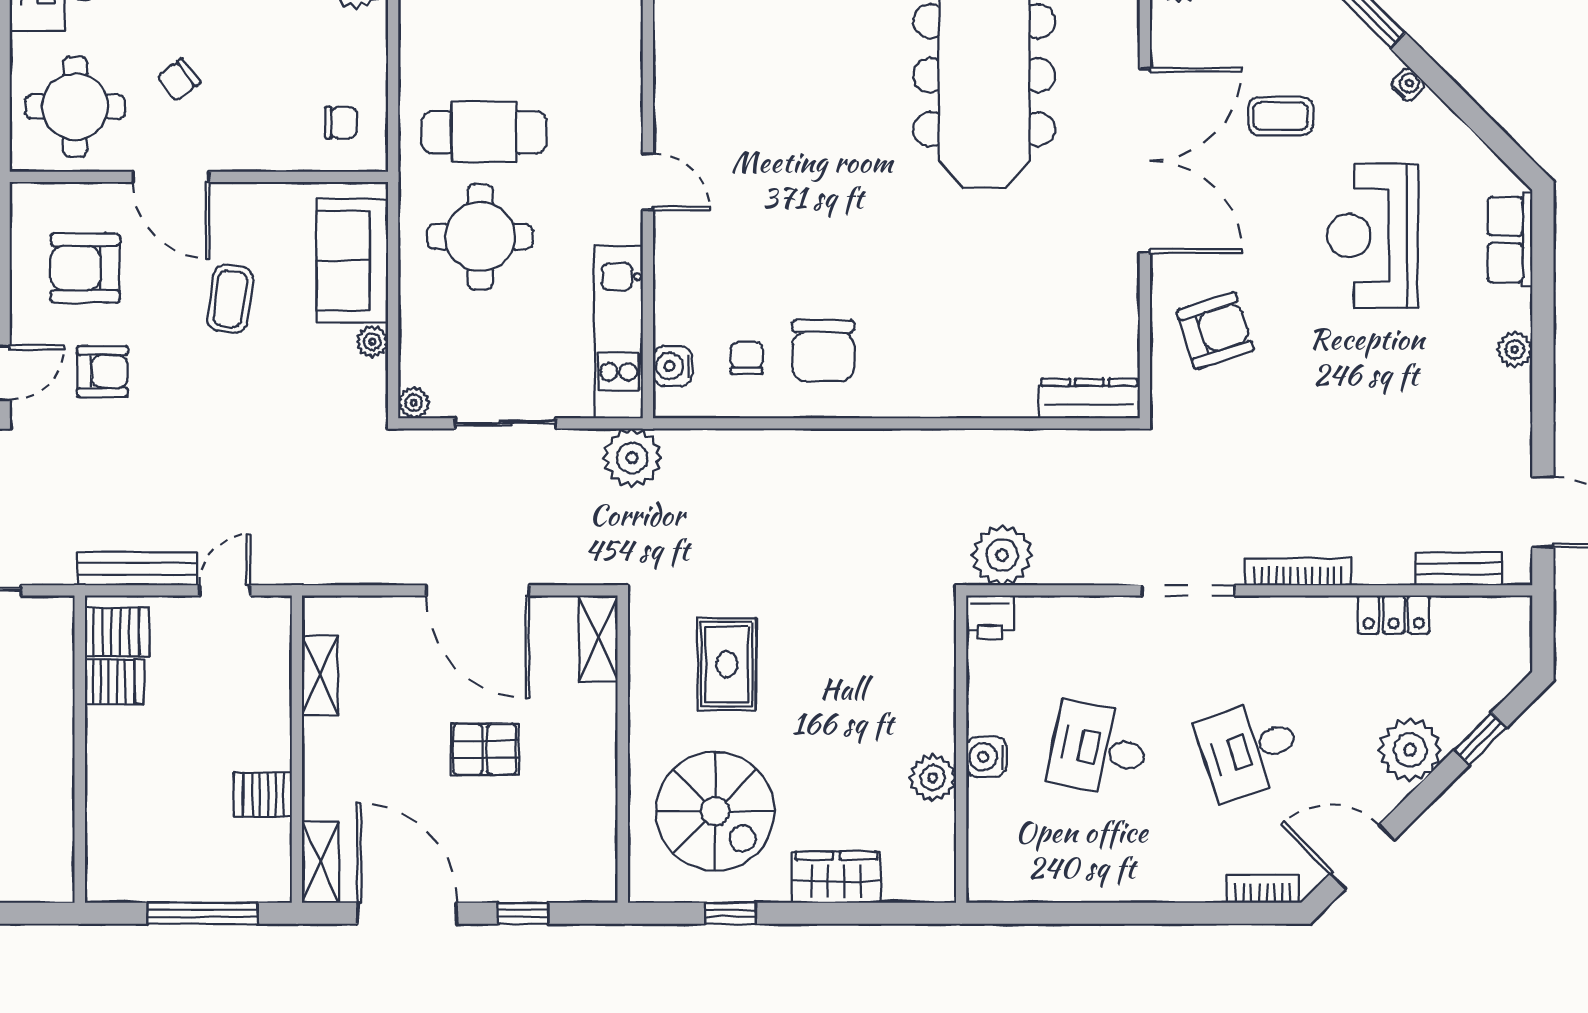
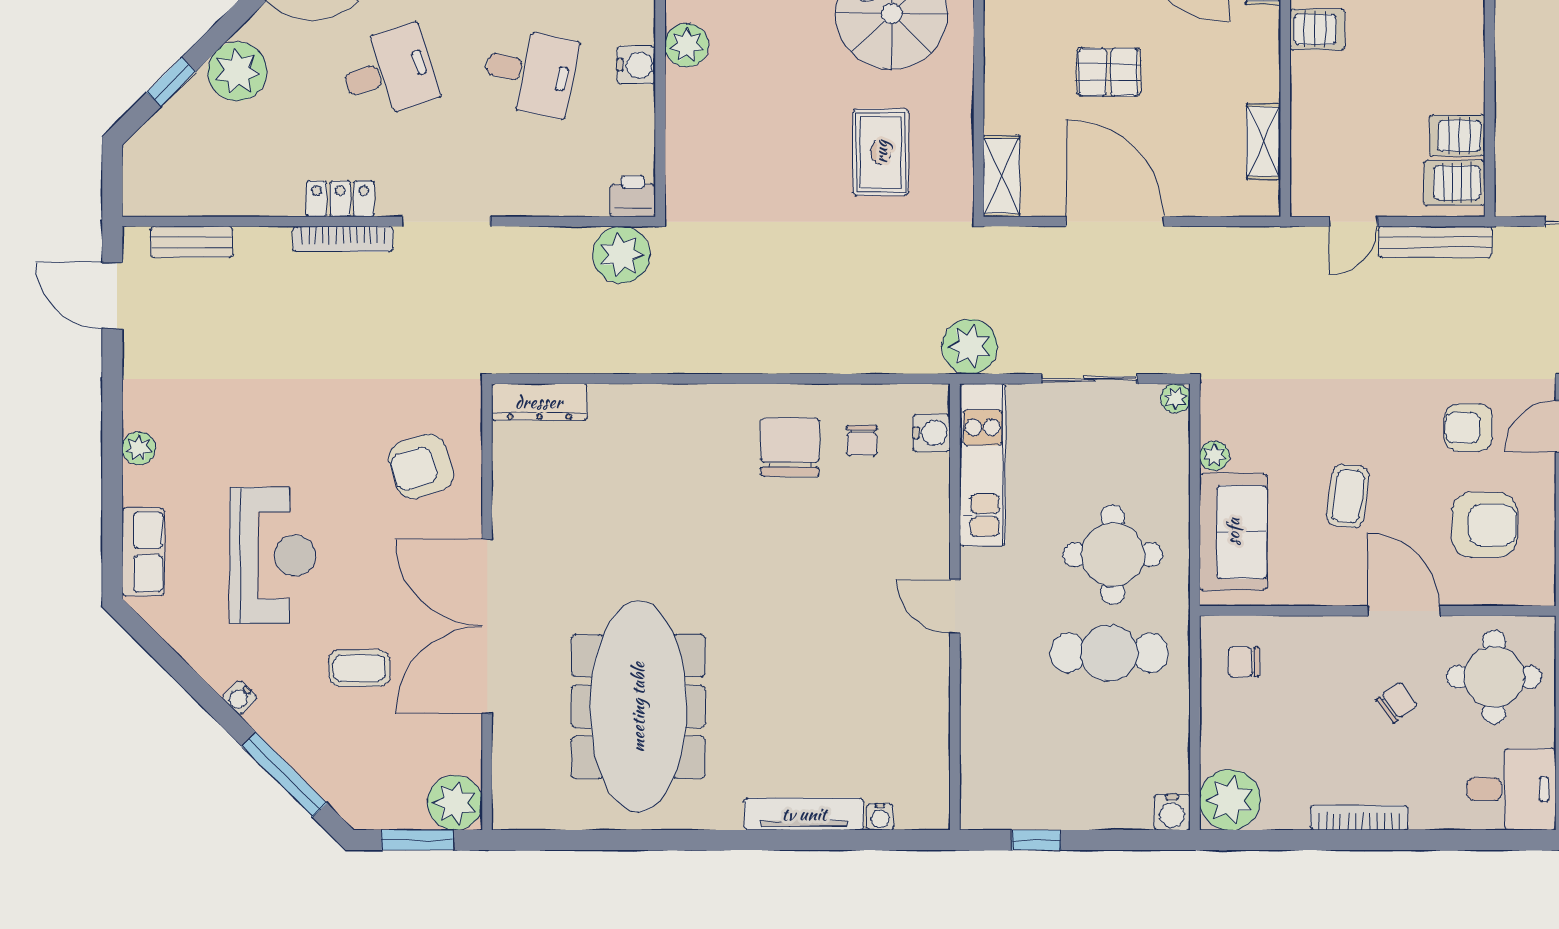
locker: (1394, 615) -> (340, 199), moved

